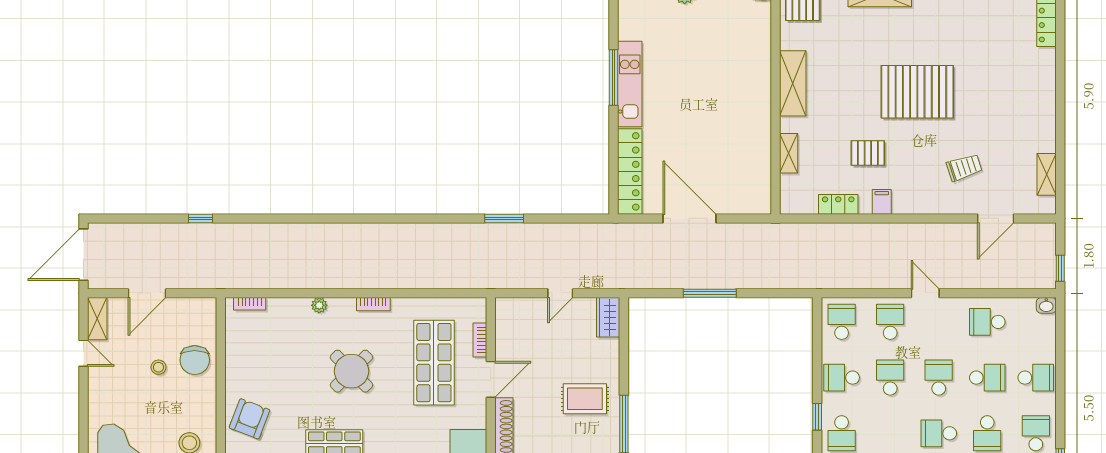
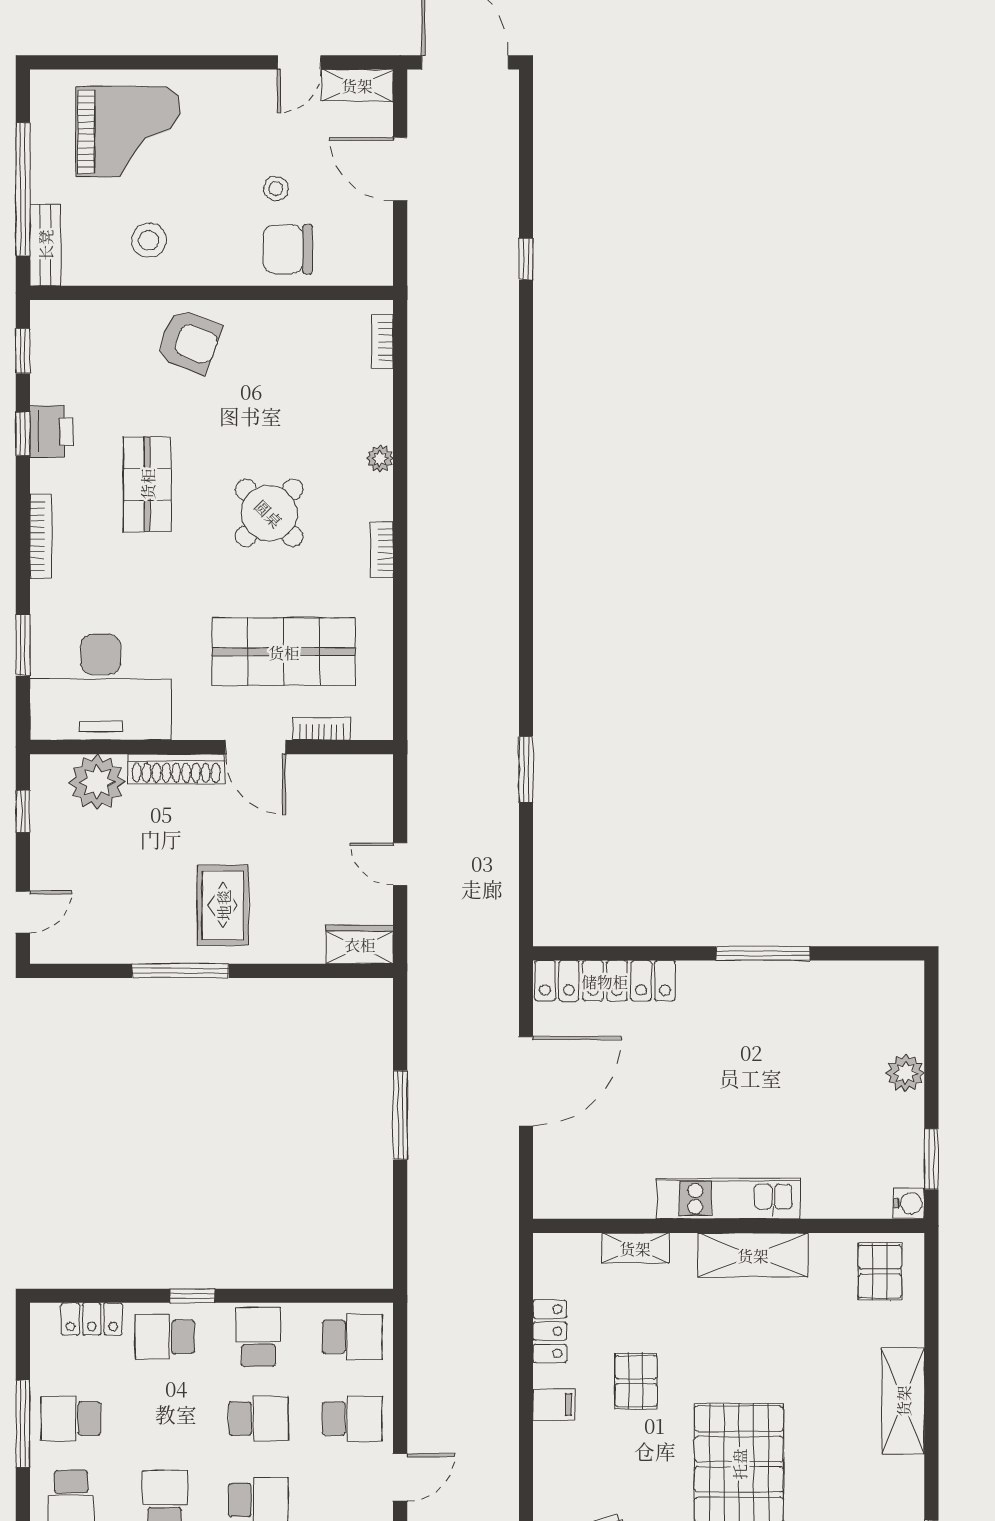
kitchen unit: (630, 84) -> (728, 1199), moved, turned 180

